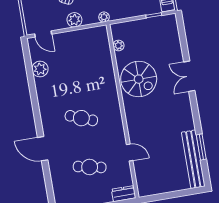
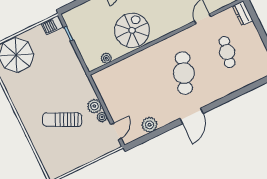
plant: (104, 17) -> (102, 117), moved
cafe table: (81, 118) -> (184, 73), width x1.37, depth x1.35
door: (43, 149) -> (192, 116), moved

